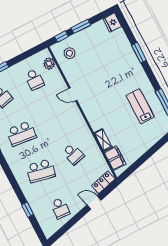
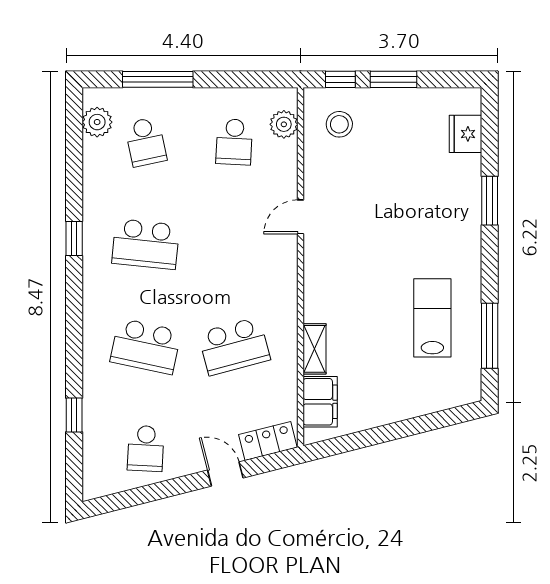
fridge: (112, 23) -> (465, 134), moved
door: (73, 94) -> (300, 217), hinge flipped
school desk: (73, 154) -> (234, 346), width x1.85

